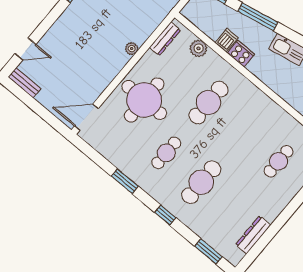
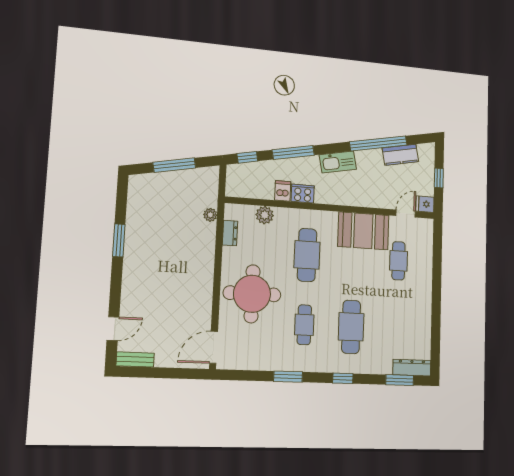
dresser: (165, 39) -> (230, 233), width x0.70
plant: (132, 49) -> (210, 215), moved
booth: (268, 117) -> (363, 231), added
dresser: (253, 235) -> (412, 368), moved, turned 90

